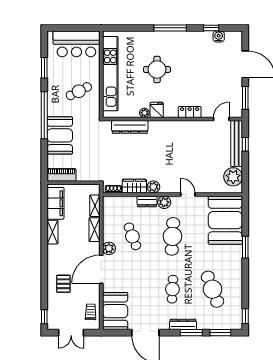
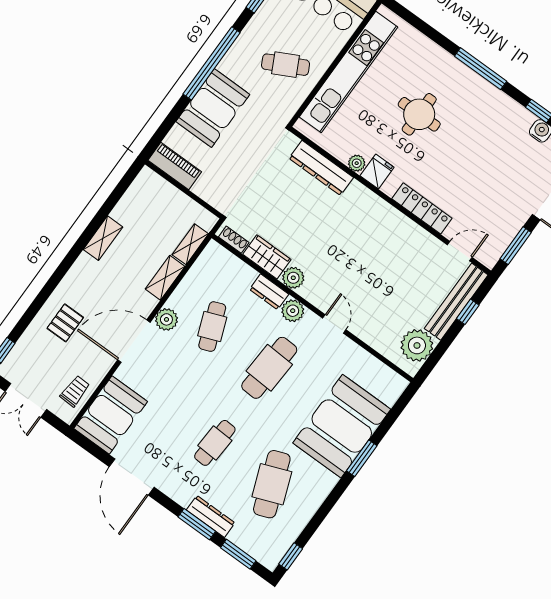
locker: (190, 112) -> (422, 208), width x1.53
filing cabinet: (56, 203) -> (137, 200), removed
booth: (225, 220) -> (342, 426), moved
dresser: (183, 324) -> (211, 516), moved

